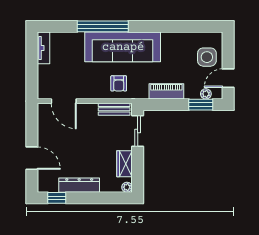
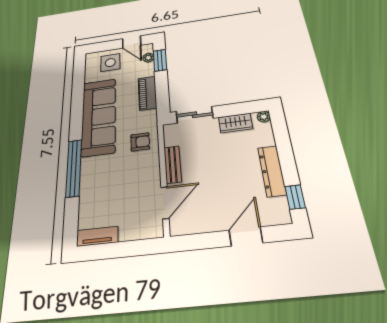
sofa: (123, 47) -> (99, 116), moved
bench: (114, 109) -> (173, 165), moved

